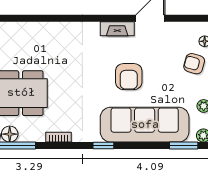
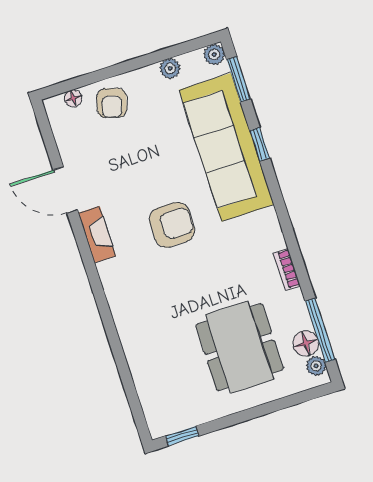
armchair: (129, 77) -> (172, 225), moved
window: (103, 146) -> (260, 144), moved

